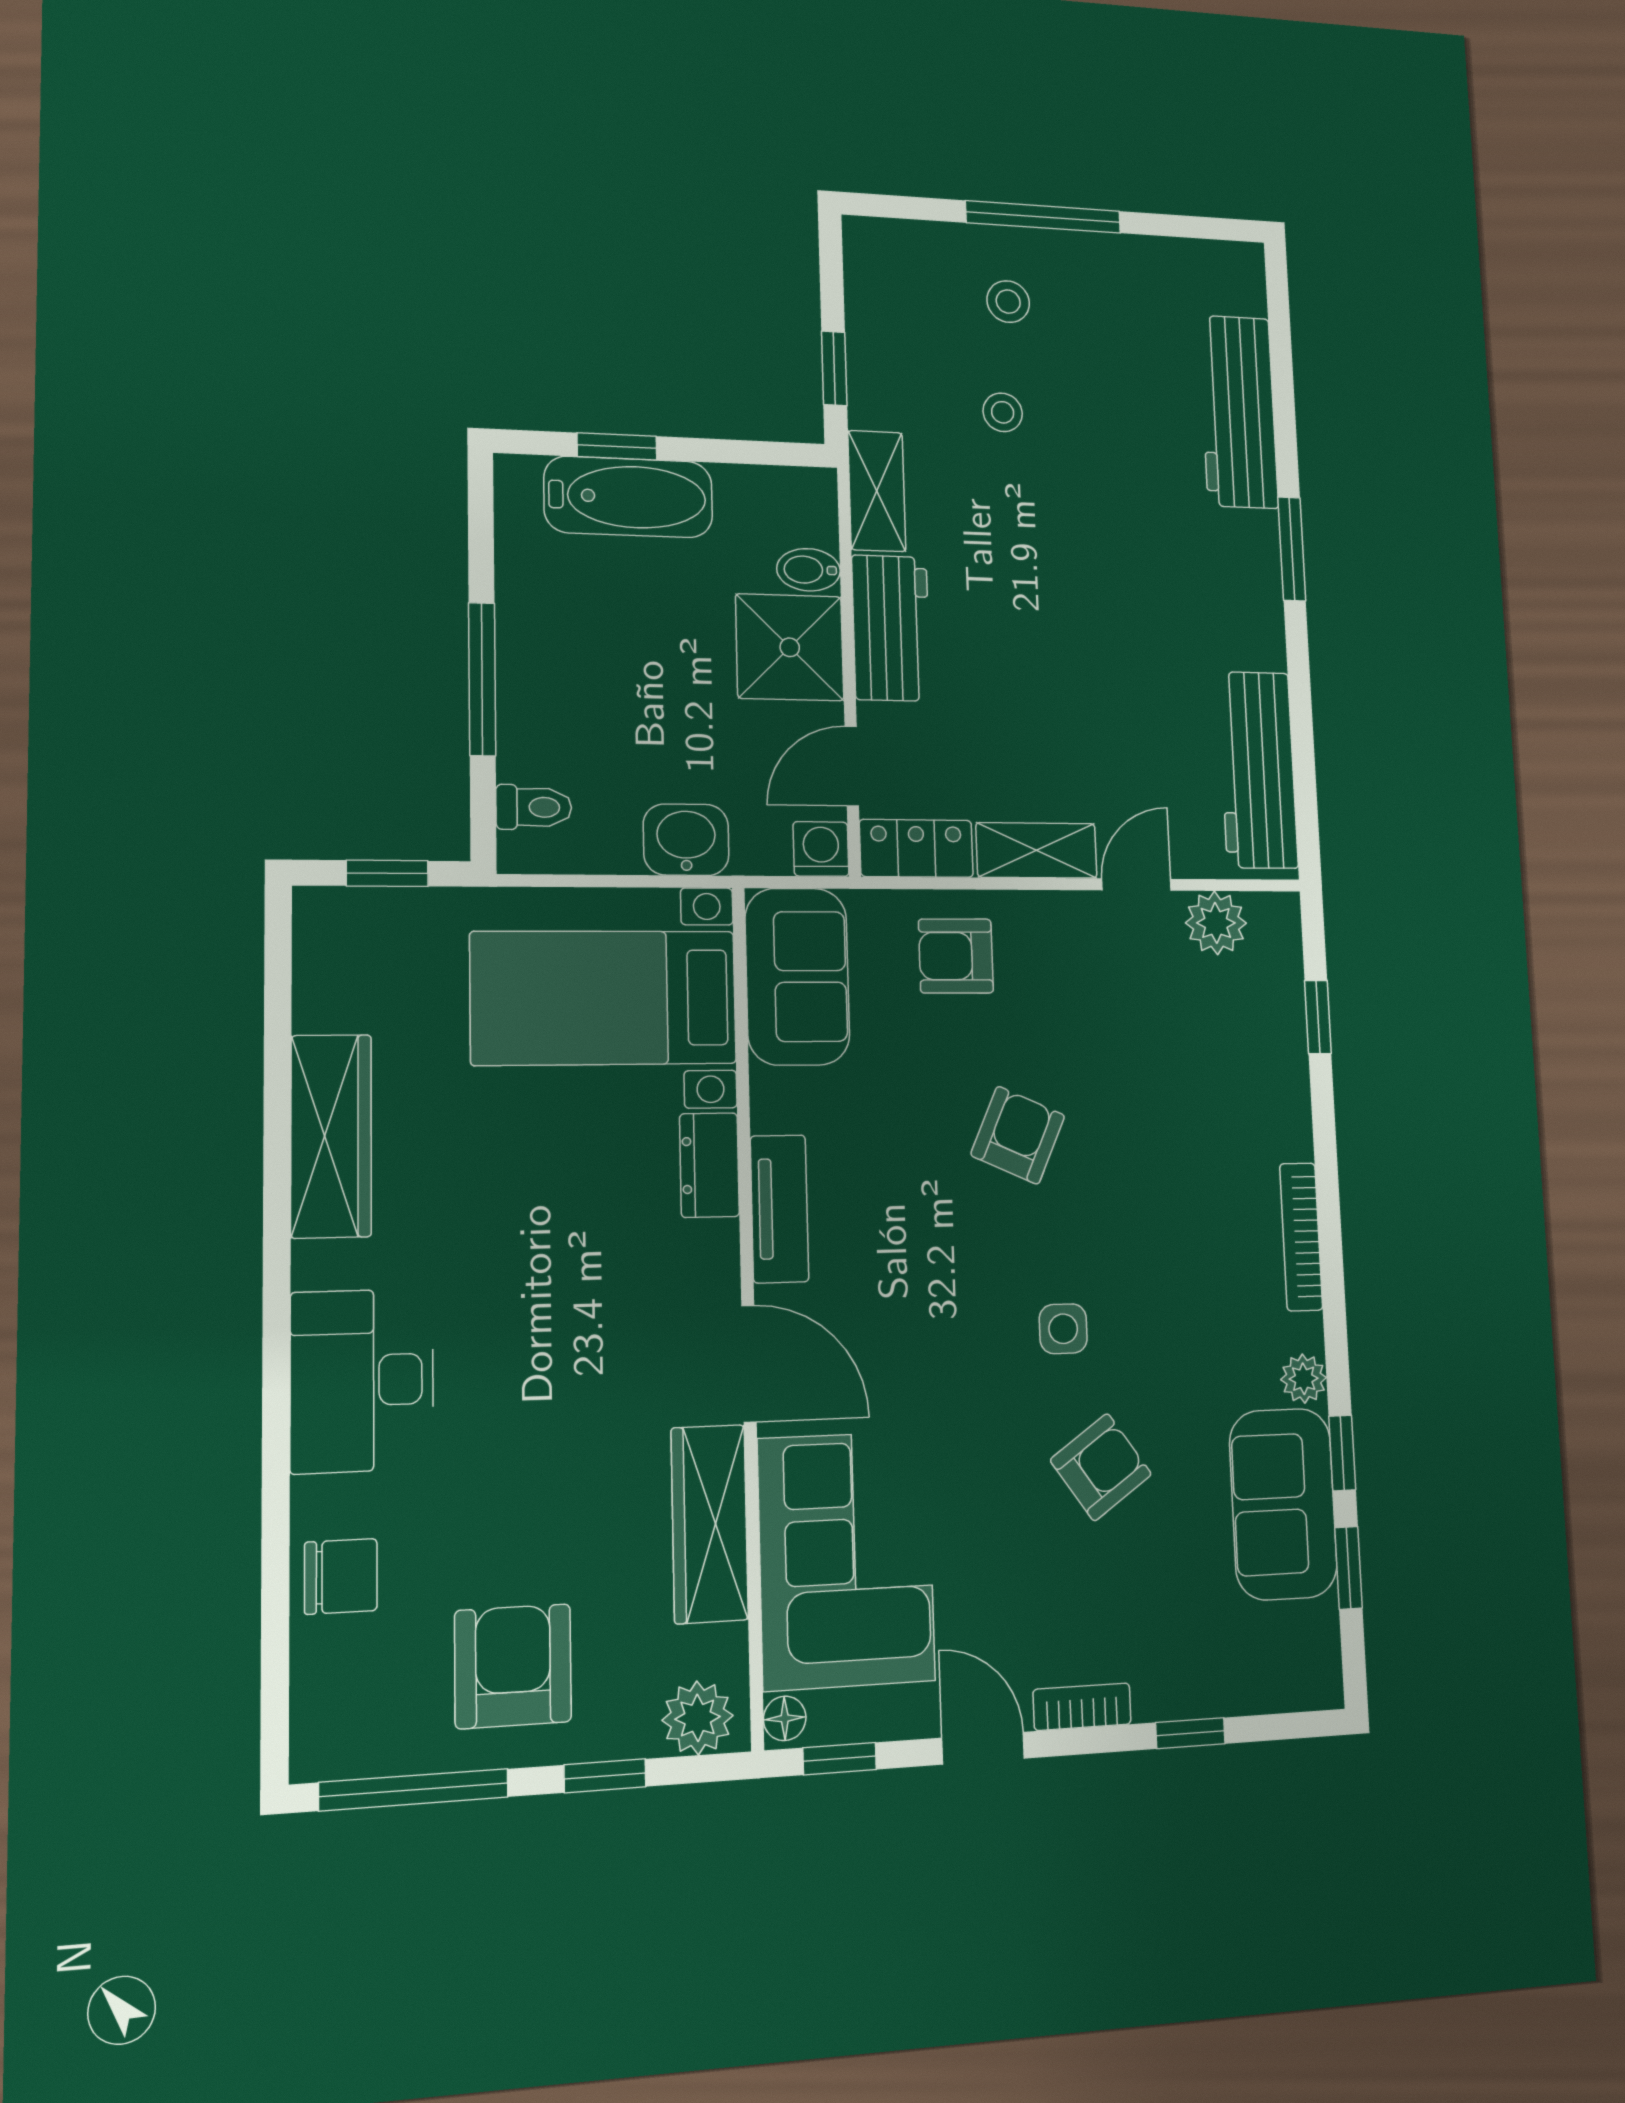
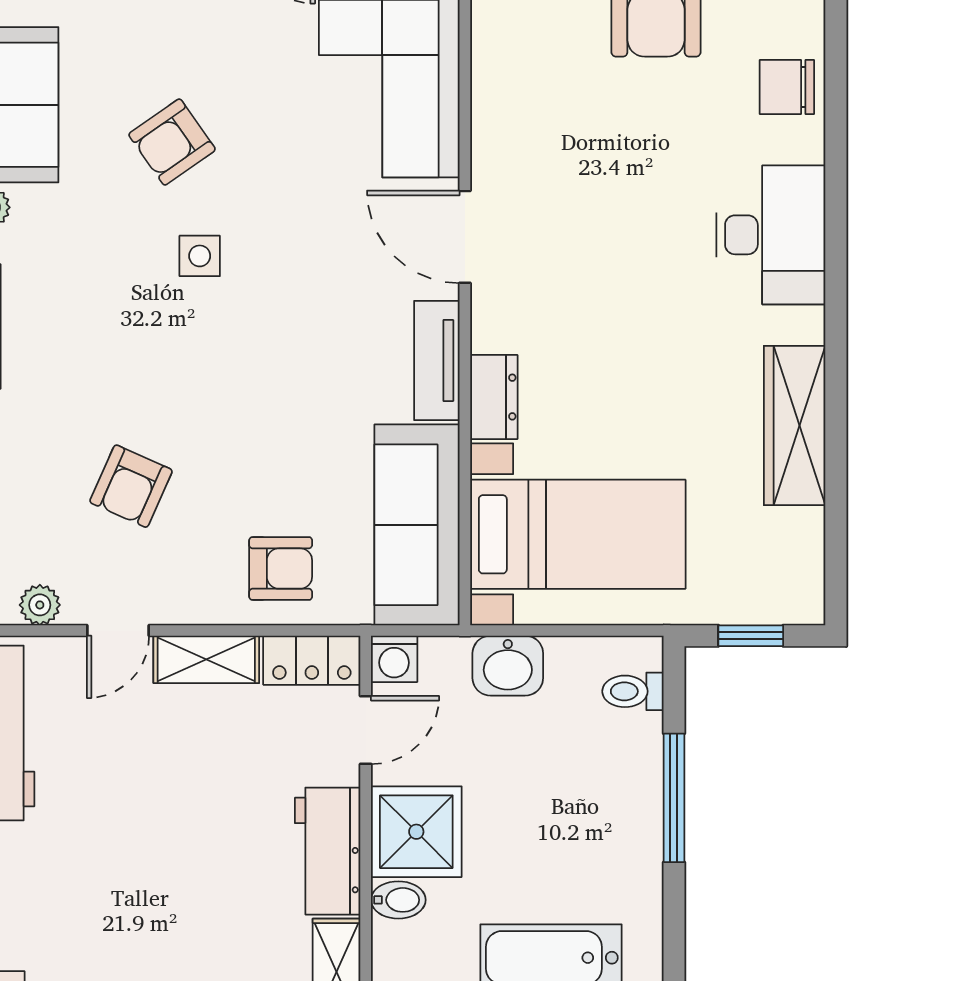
plant: (1216, 923) -> (40, 605), width x0.73, depth x0.73
sofa: (797, 976) -> (417, 525), width x1.36
armchair: (1018, 1135) -> (131, 486), moved
wardrobe: (710, 1524) -> (500, 112), removed

